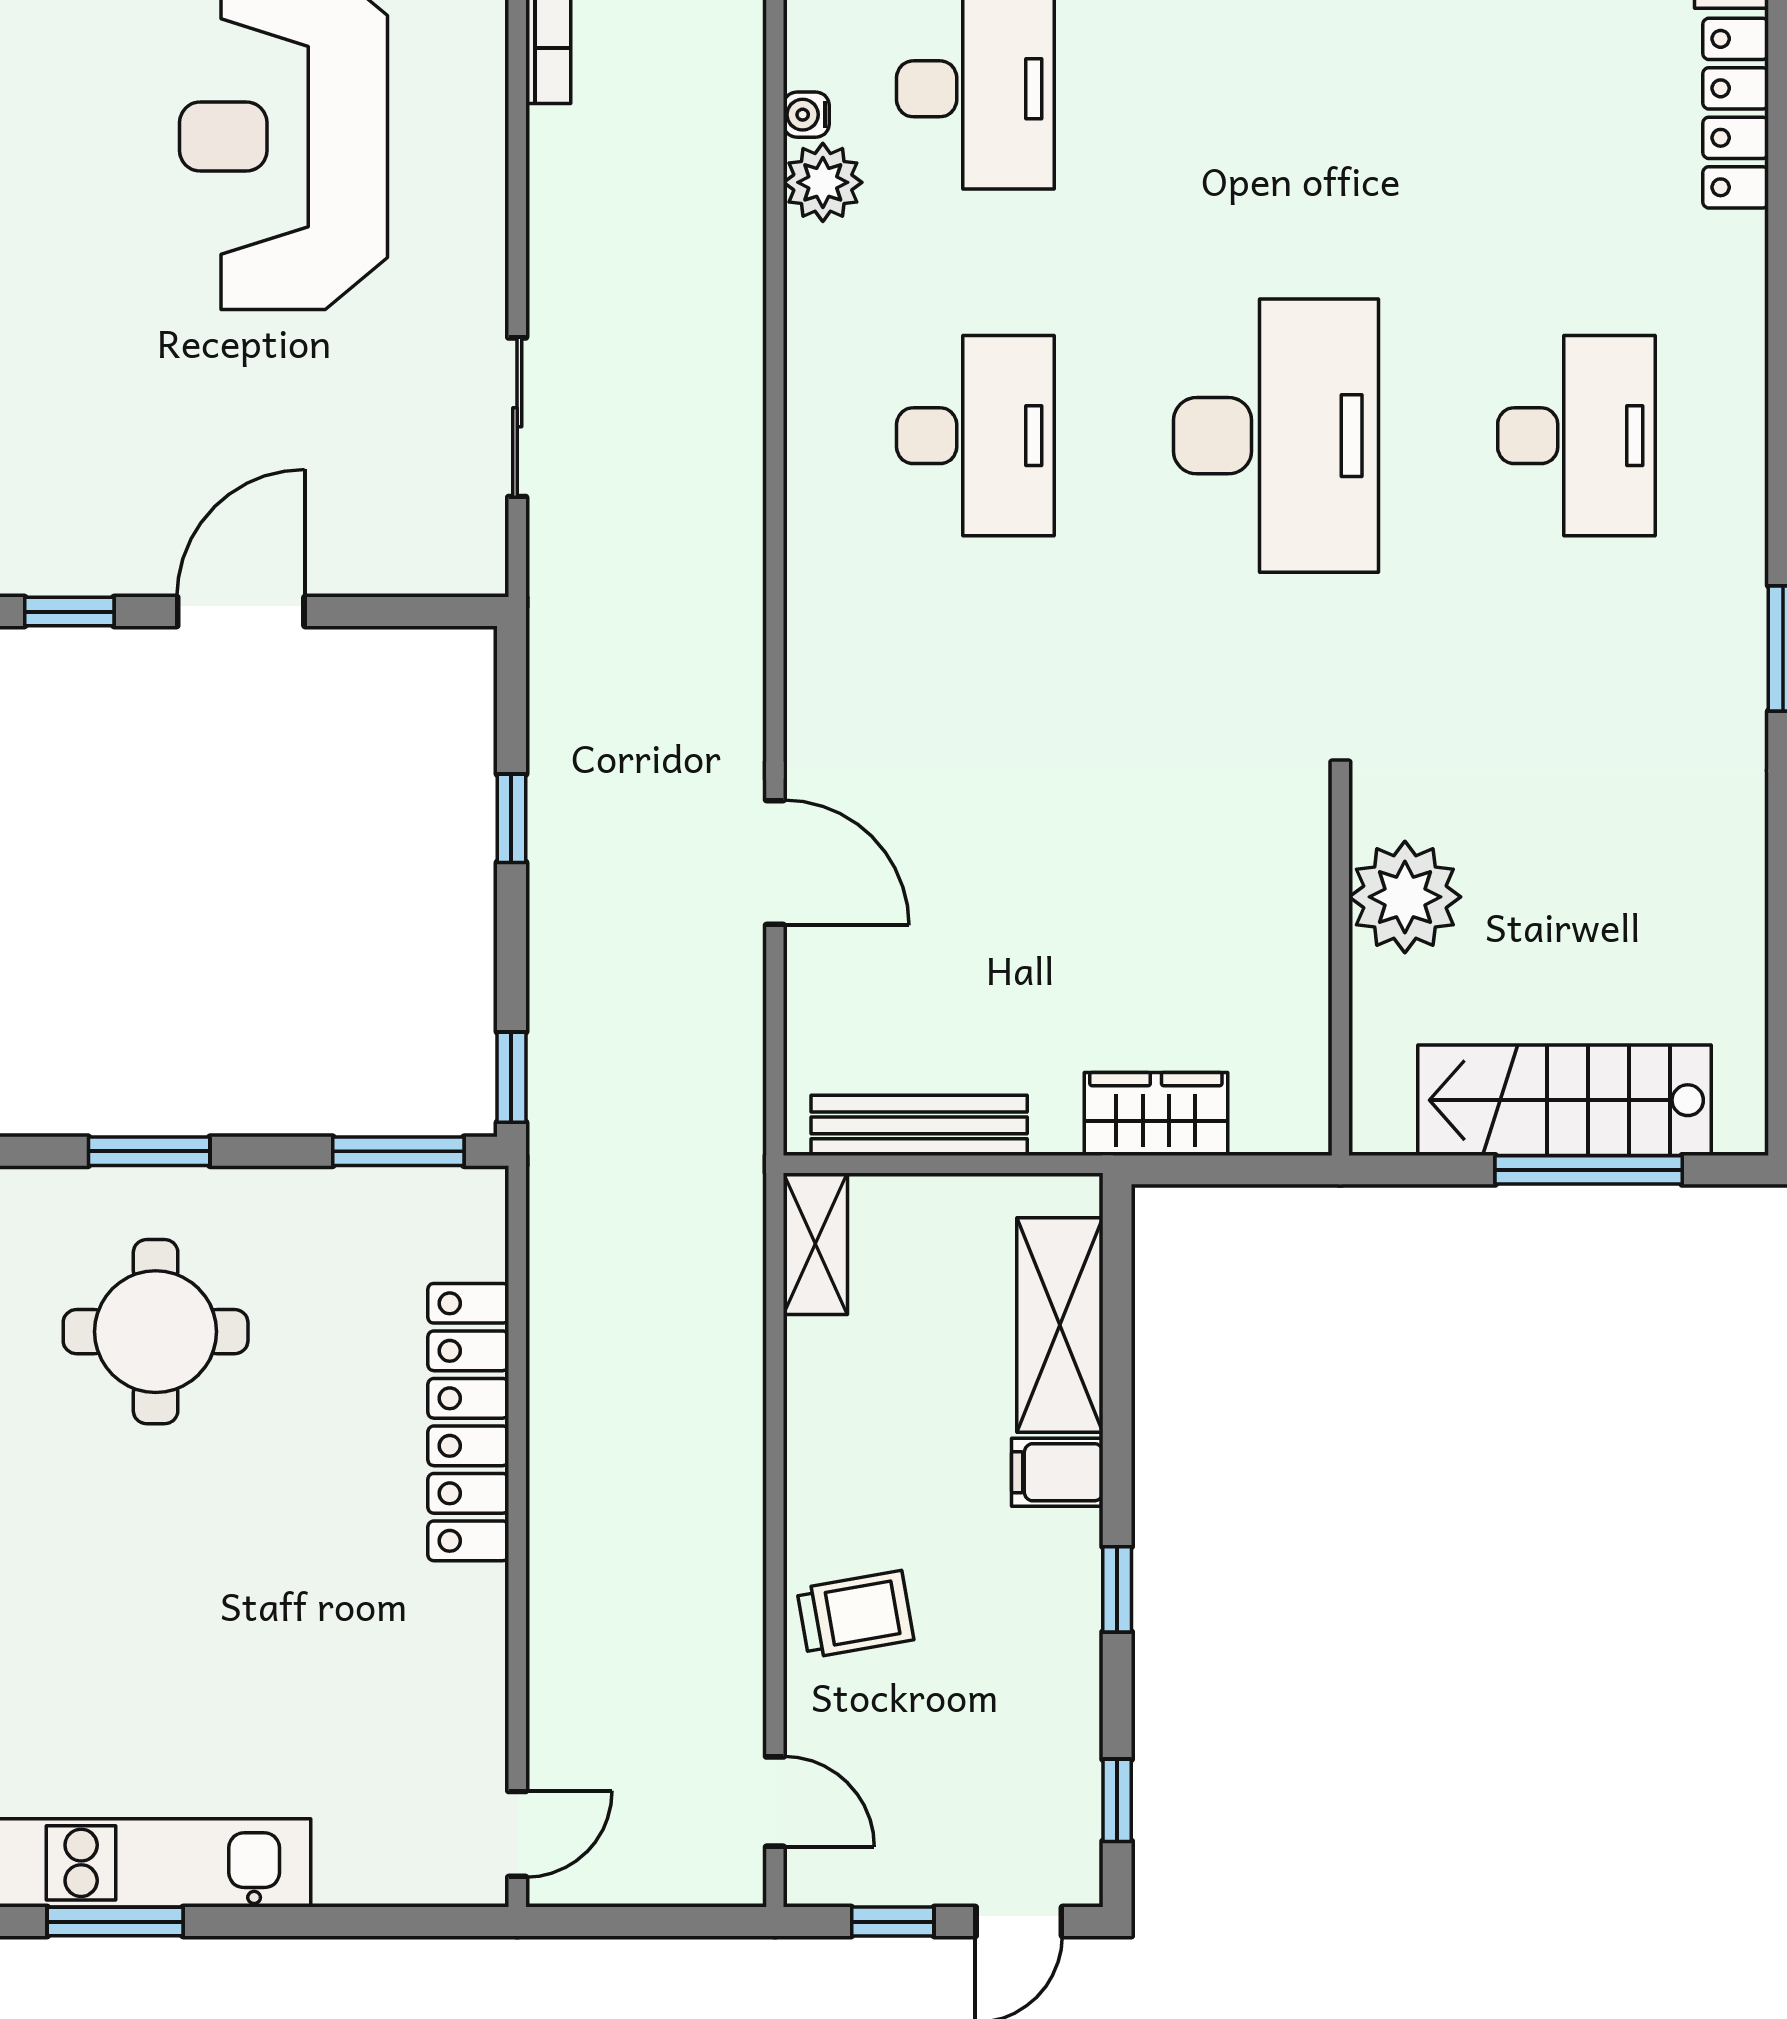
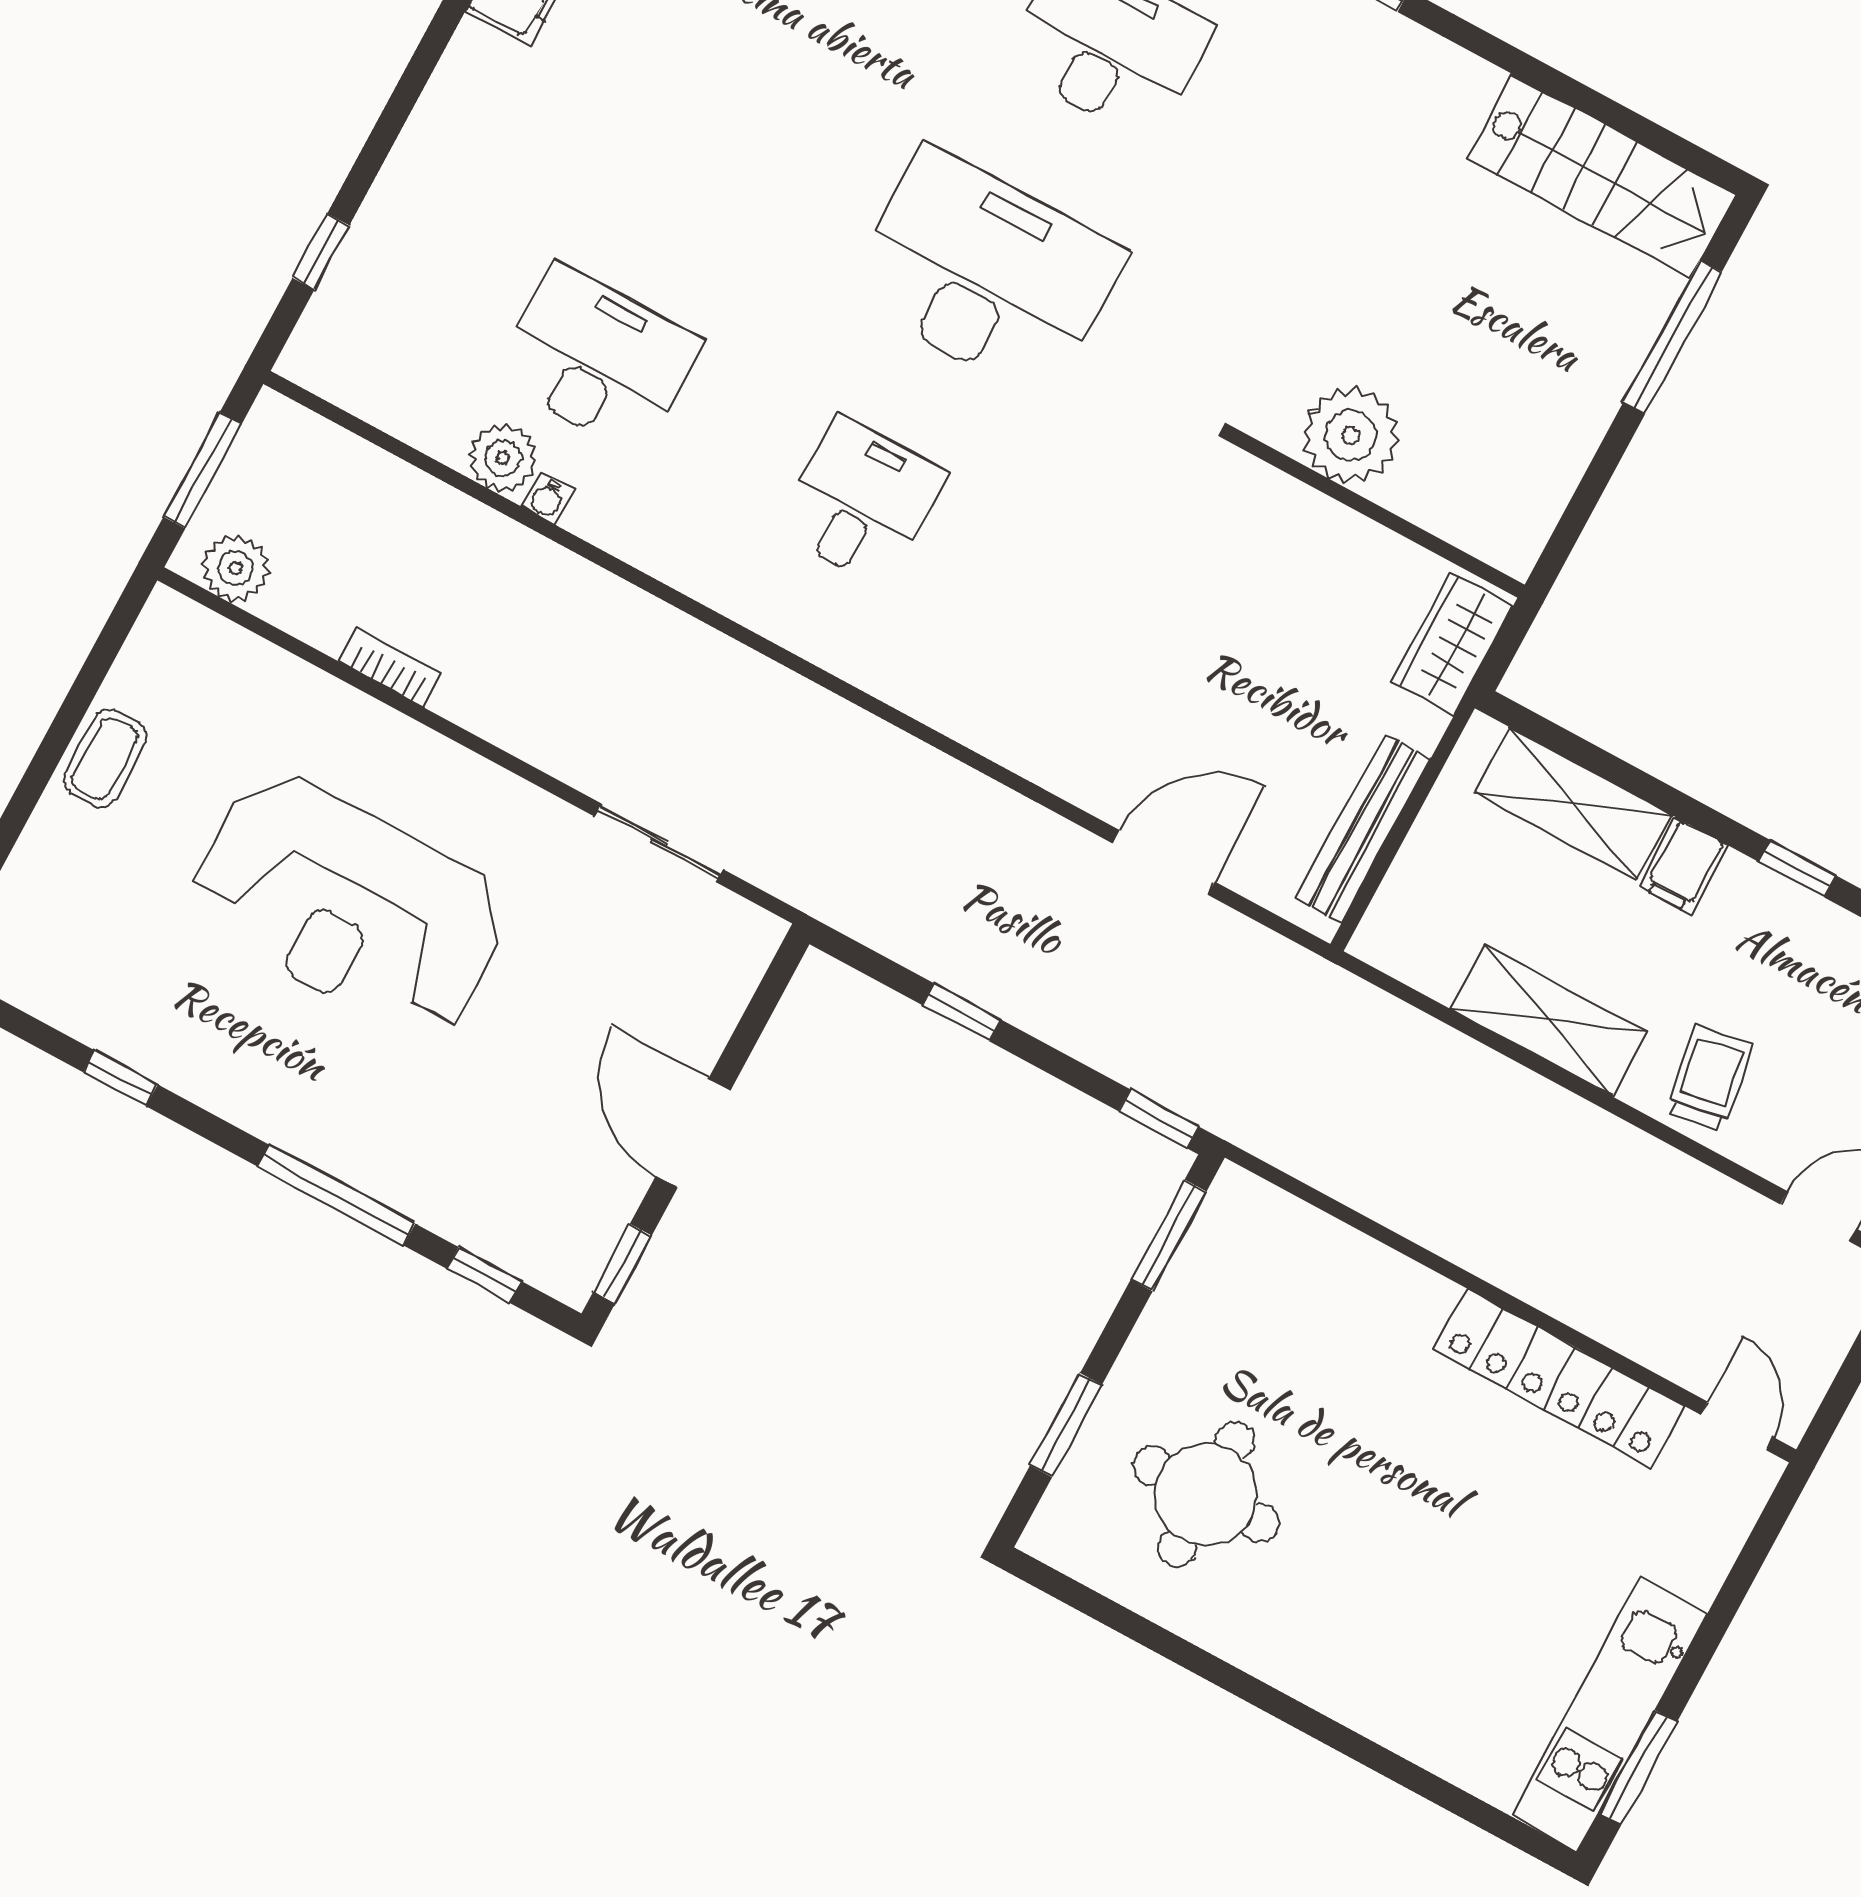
plant: (823, 182) -> (503, 458), moved
desk: (975, 436) -> (861, 502), width x0.73
door: (775, 863) -> (1164, 862), moved
plant: (1405, 897) -> (1351, 436), moved
wall: (1340, 967) -> (1378, 514), moved
stairs: (1564, 1100) -> (1601, 176), moved, turned -90
shelving: (815, 1244) -> (1548, 1020), moved, width x1.50, depth x1.33
locker: (468, 1422) -> (1558, 1377), moved

